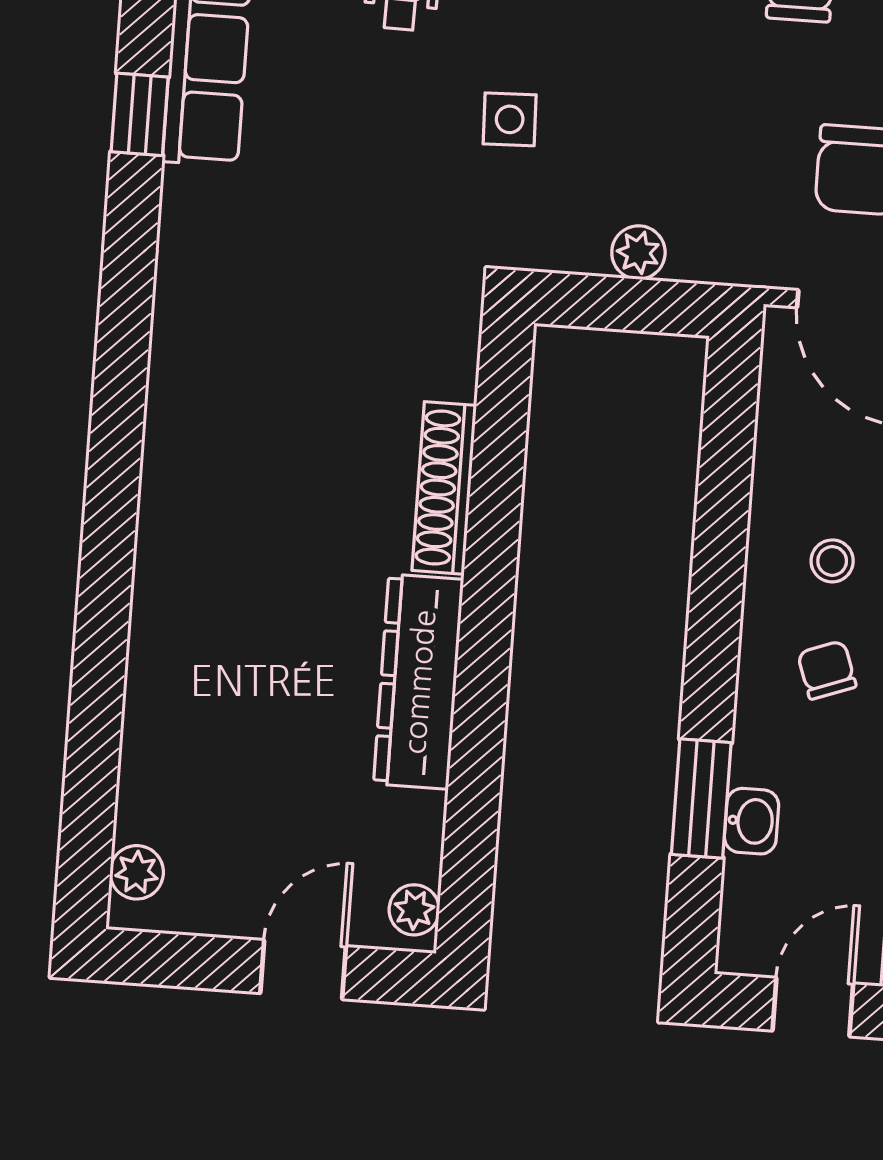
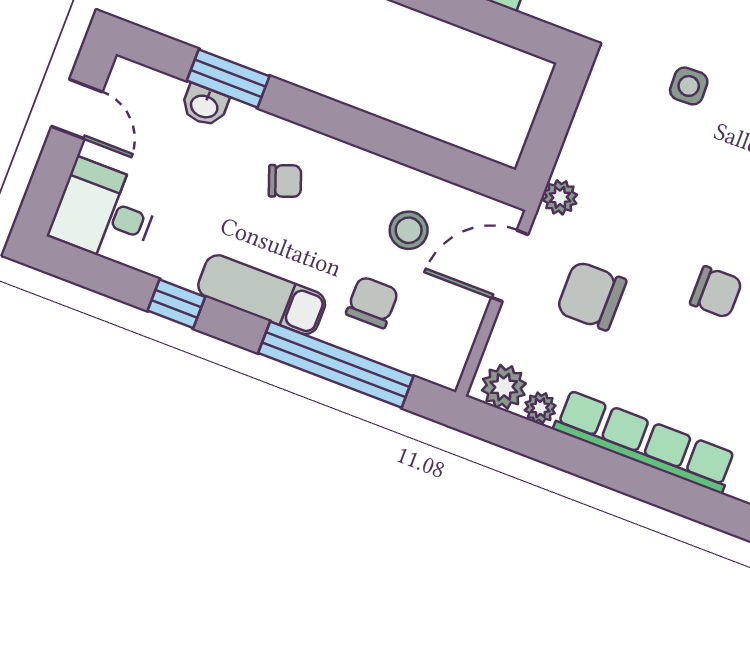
plant: (638, 253) -> (560, 197), moved
stool: (832, 561) -> (409, 230), moved, width x1.37, depth x1.37

